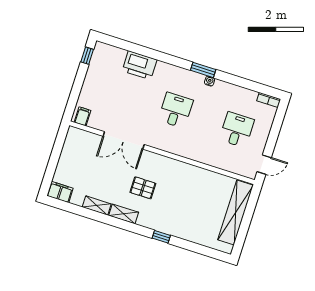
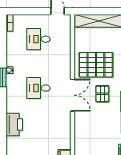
double door: (124, 140) -> (72, 95), moved
pallet: (182, 191) -> (96, 65), added

